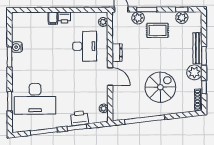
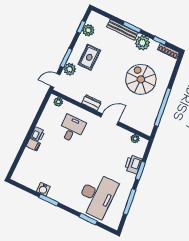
desk: (85, 46) -> (72, 129), width x0.73

